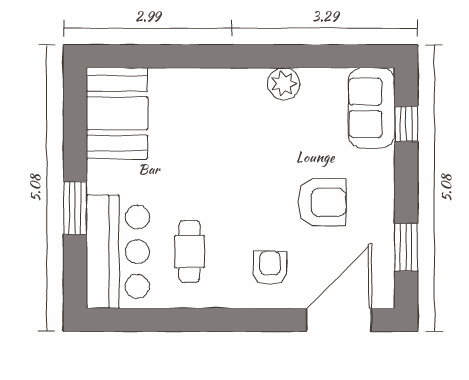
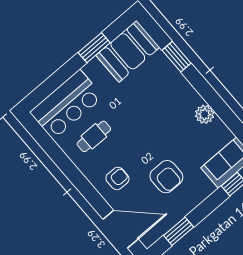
window: (178, 56) -> (177, 57), added
window: (75, 208) -> (94, 48), moved

